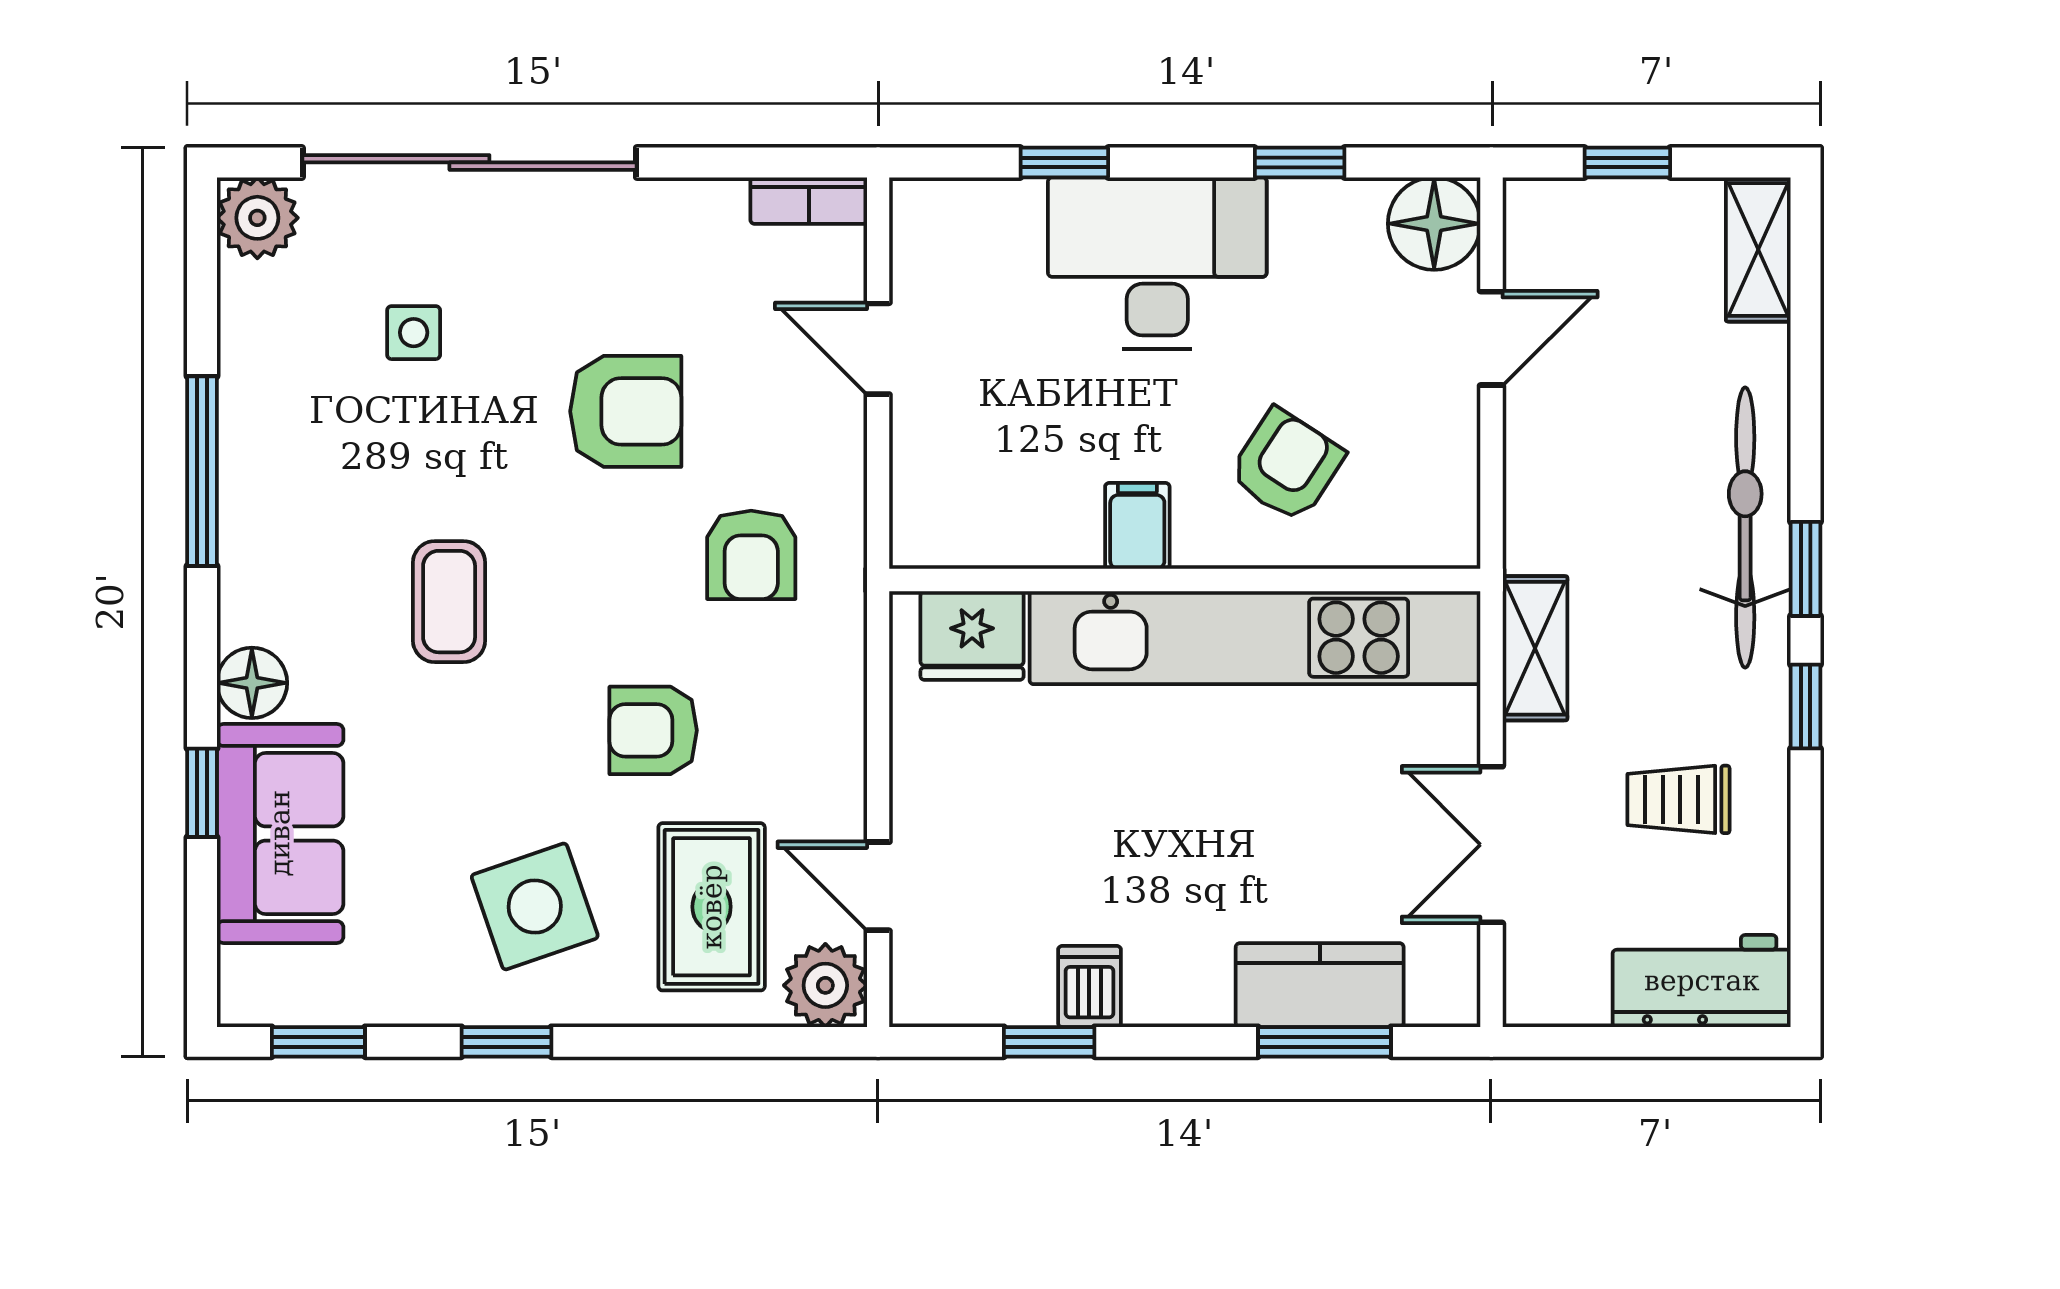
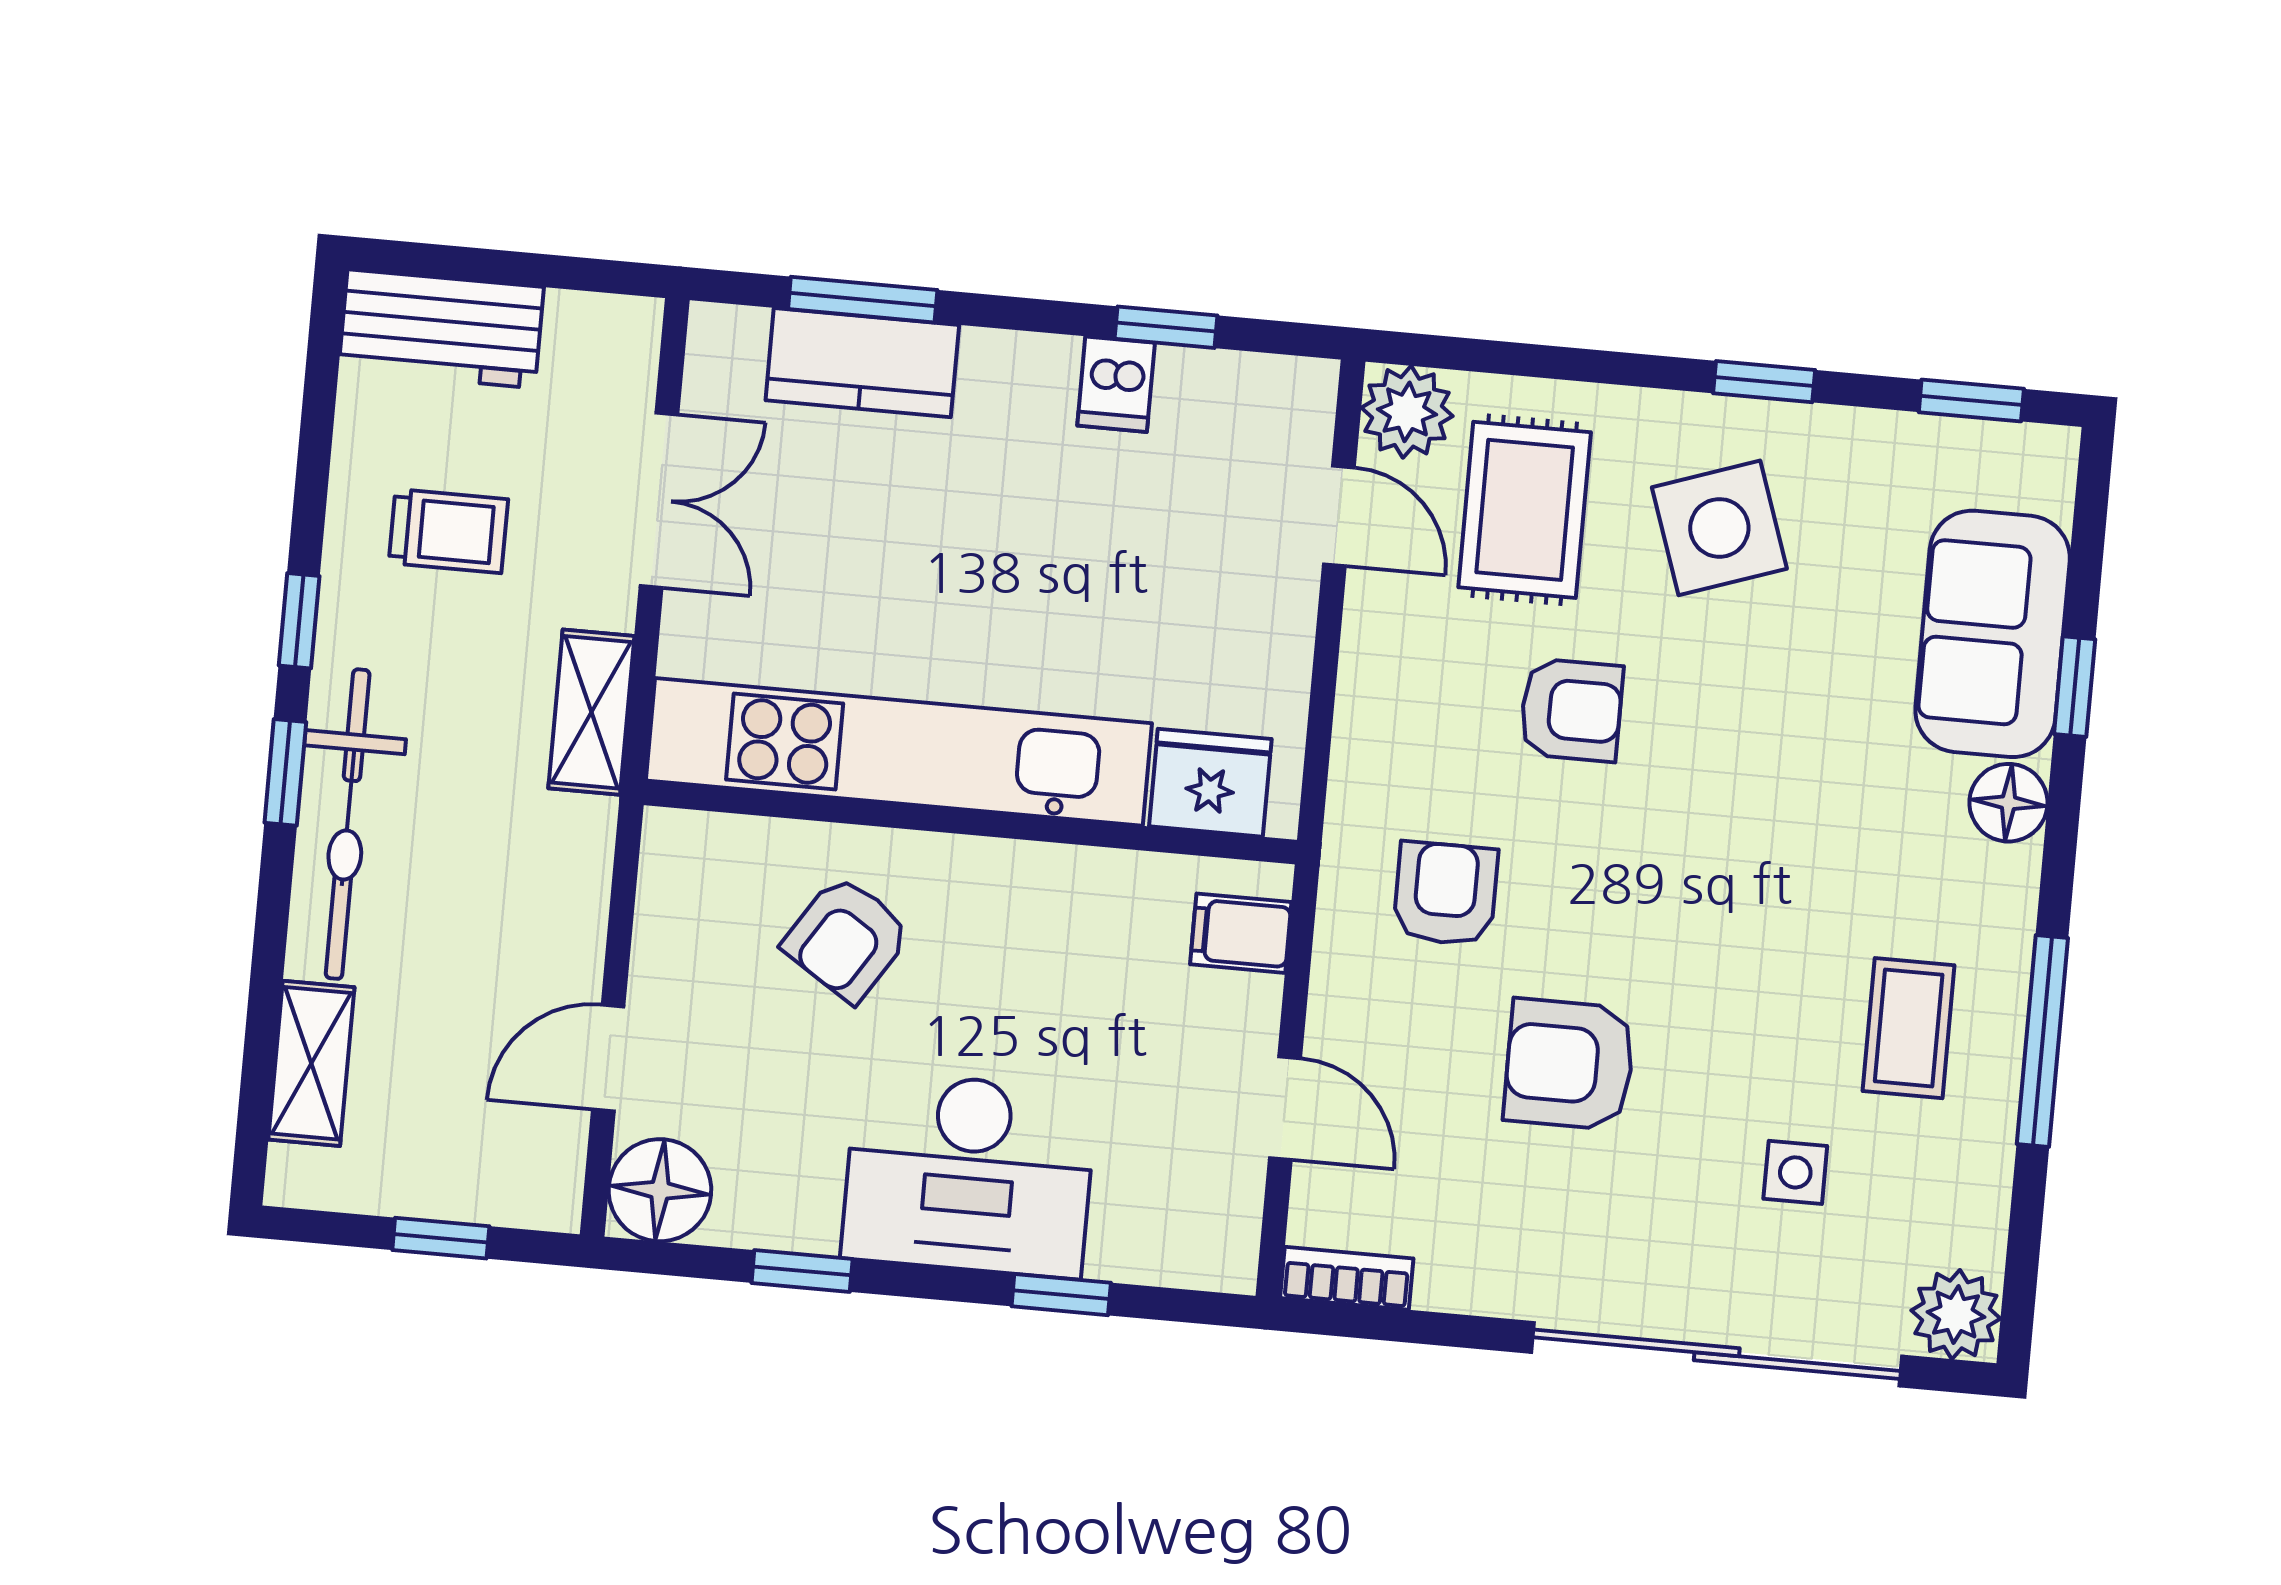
shelving: (1758, 249) -> (311, 1063), moved
filing cabinet: (1137, 526) -> (1241, 933), moved, turned 90
coffee table: (449, 602) -> (1909, 1028), moved

